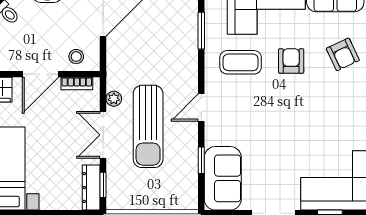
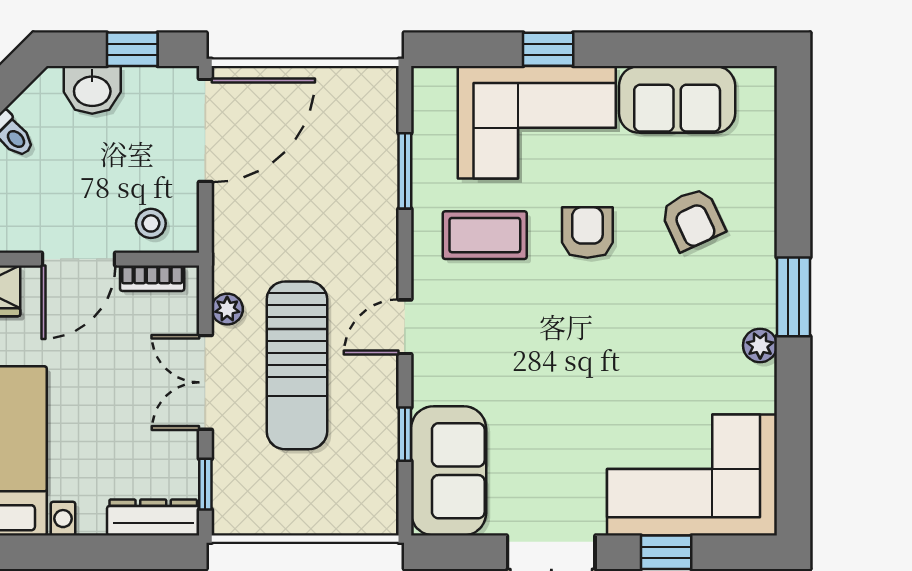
dresser: (91, 188) -> (153, 517), moved, turned 90

